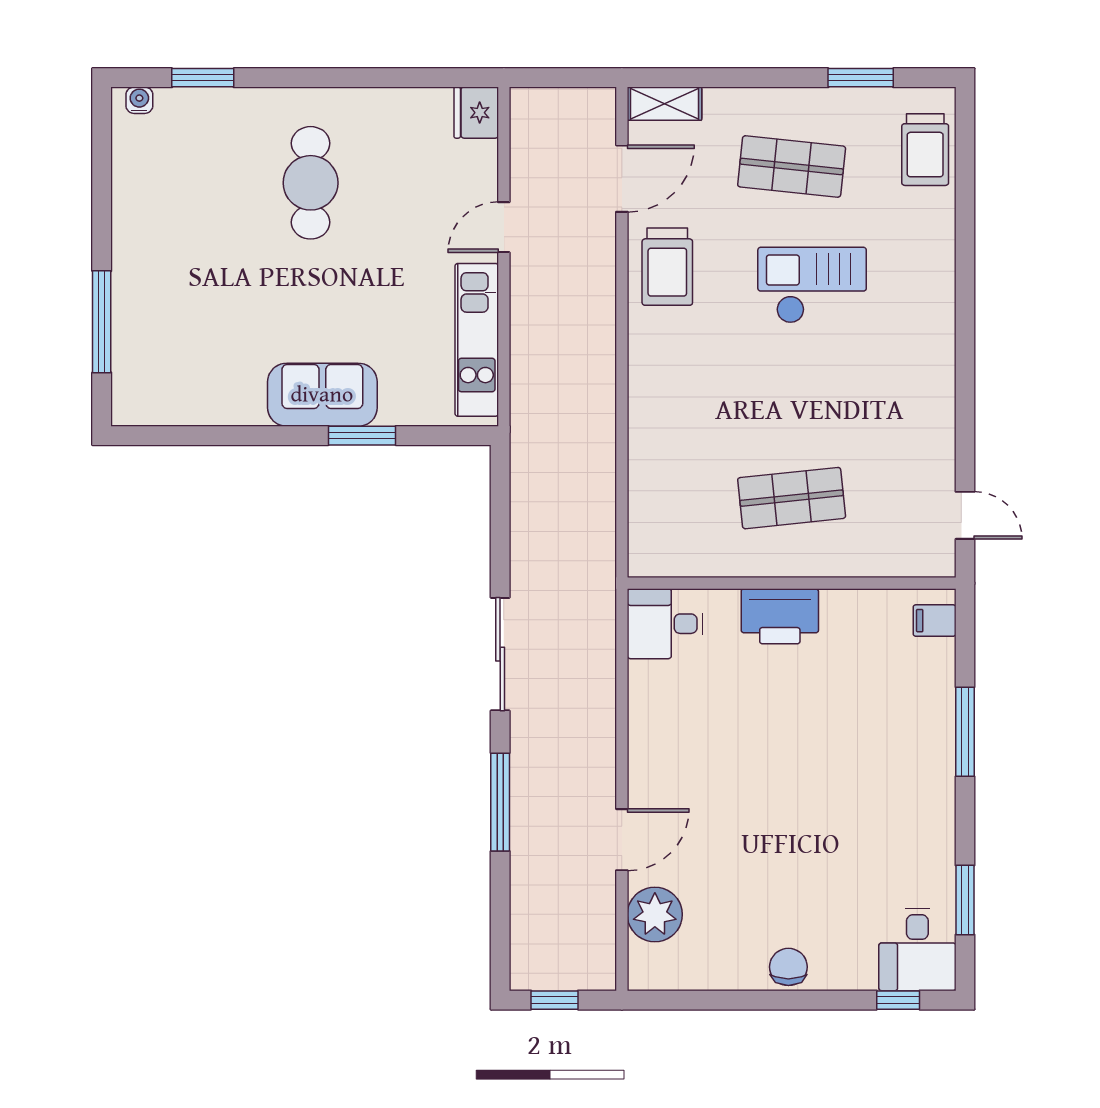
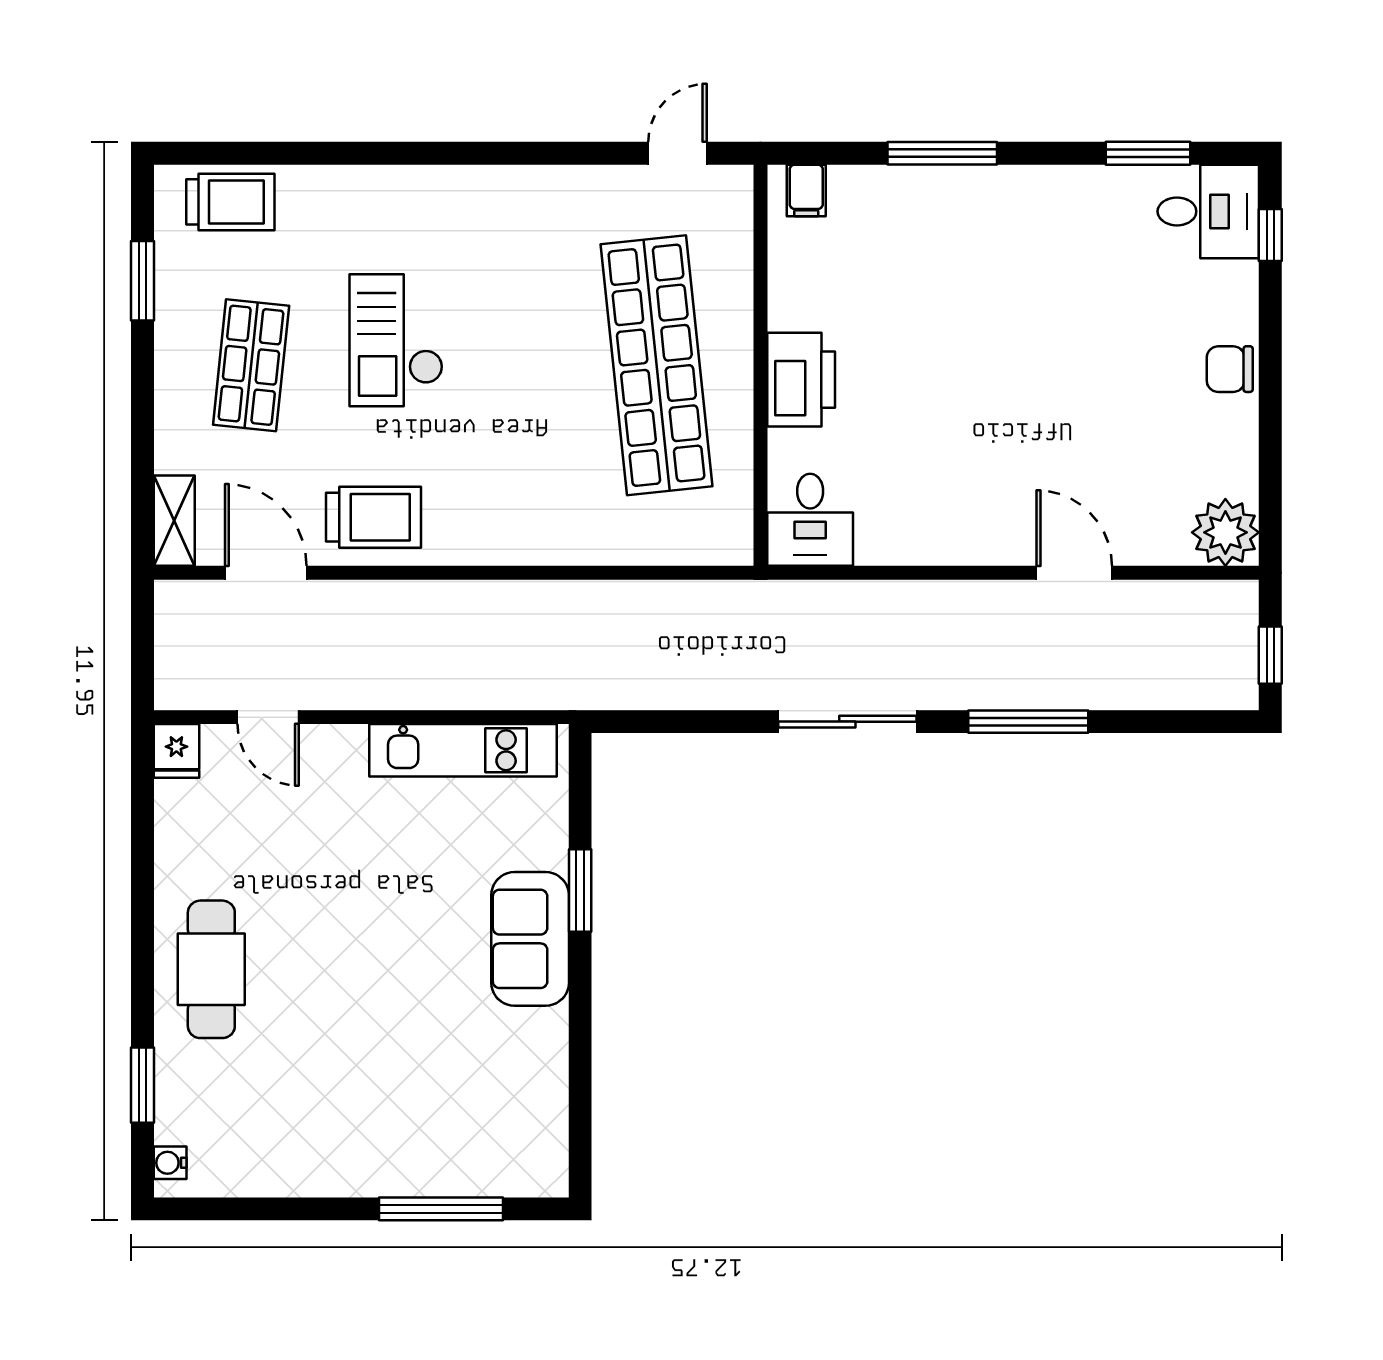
fridge: (476, 113) -> (176, 751), width x0.72
cafe table: (311, 183) -> (211, 969), moved, turned 90
door: (504, 227) -> (268, 717), moved
shop shelf: (792, 498) -> (656, 365), width x2.00, depth x1.36
plant: (655, 914) -> (1225, 532), moved

